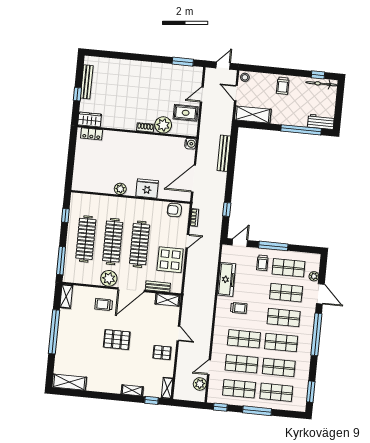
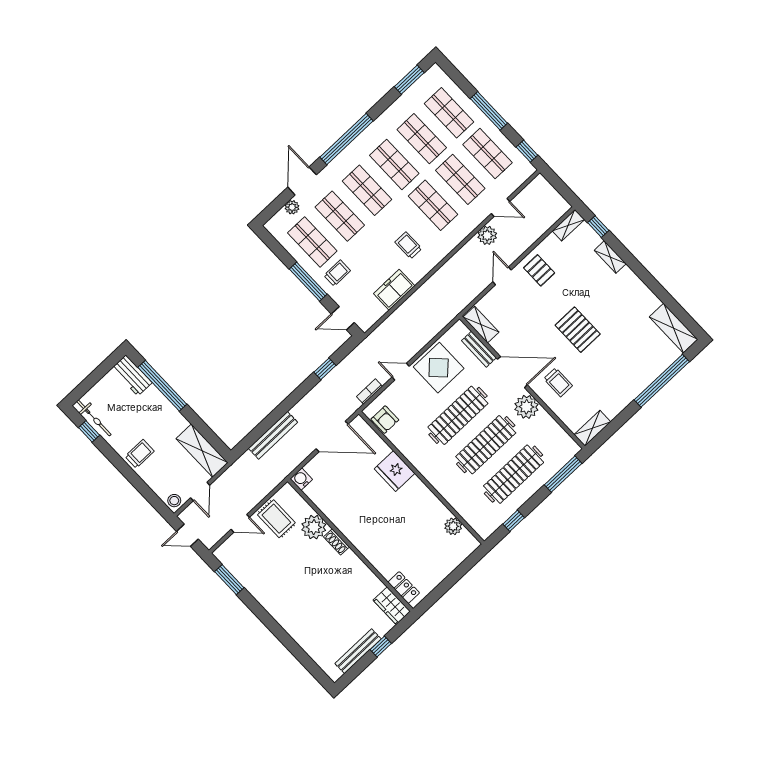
plant: (120, 189) -> (453, 526), moved
freezer: (226, 279) -> (394, 290), width x0.71
window: (54, 332) -> (662, 381), moved
plant: (200, 384) -> (487, 235), moved

